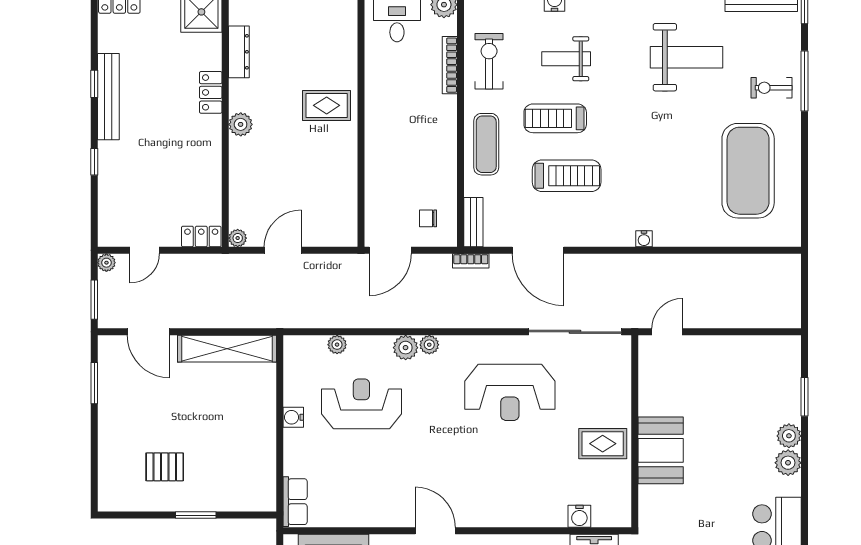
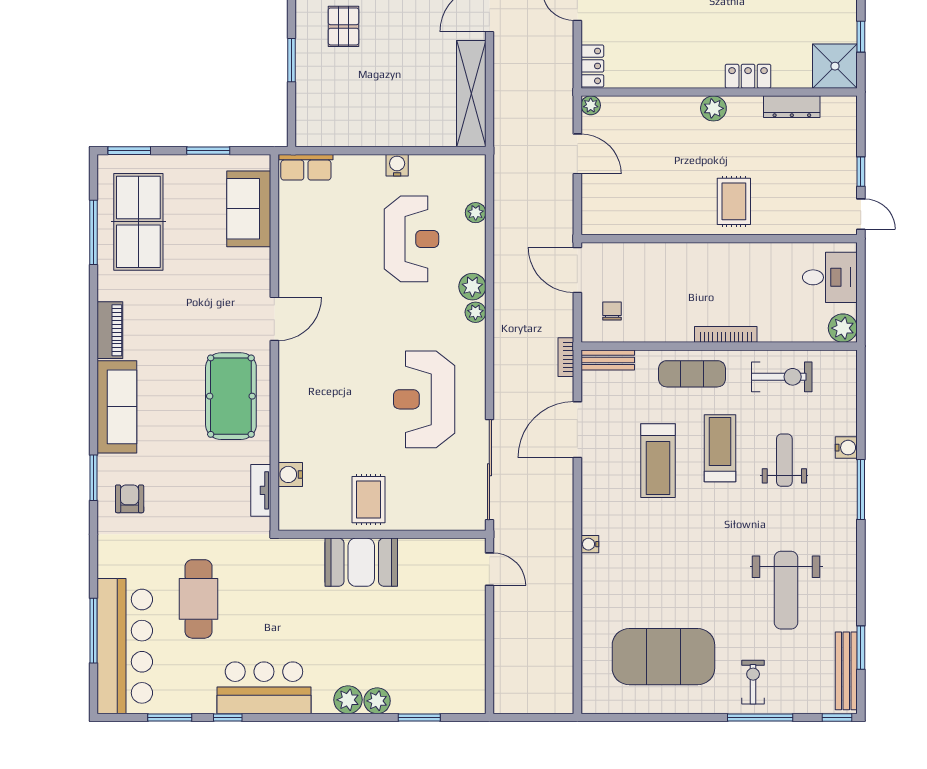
bookcase: (450, 65) -> (726, 334), moved

